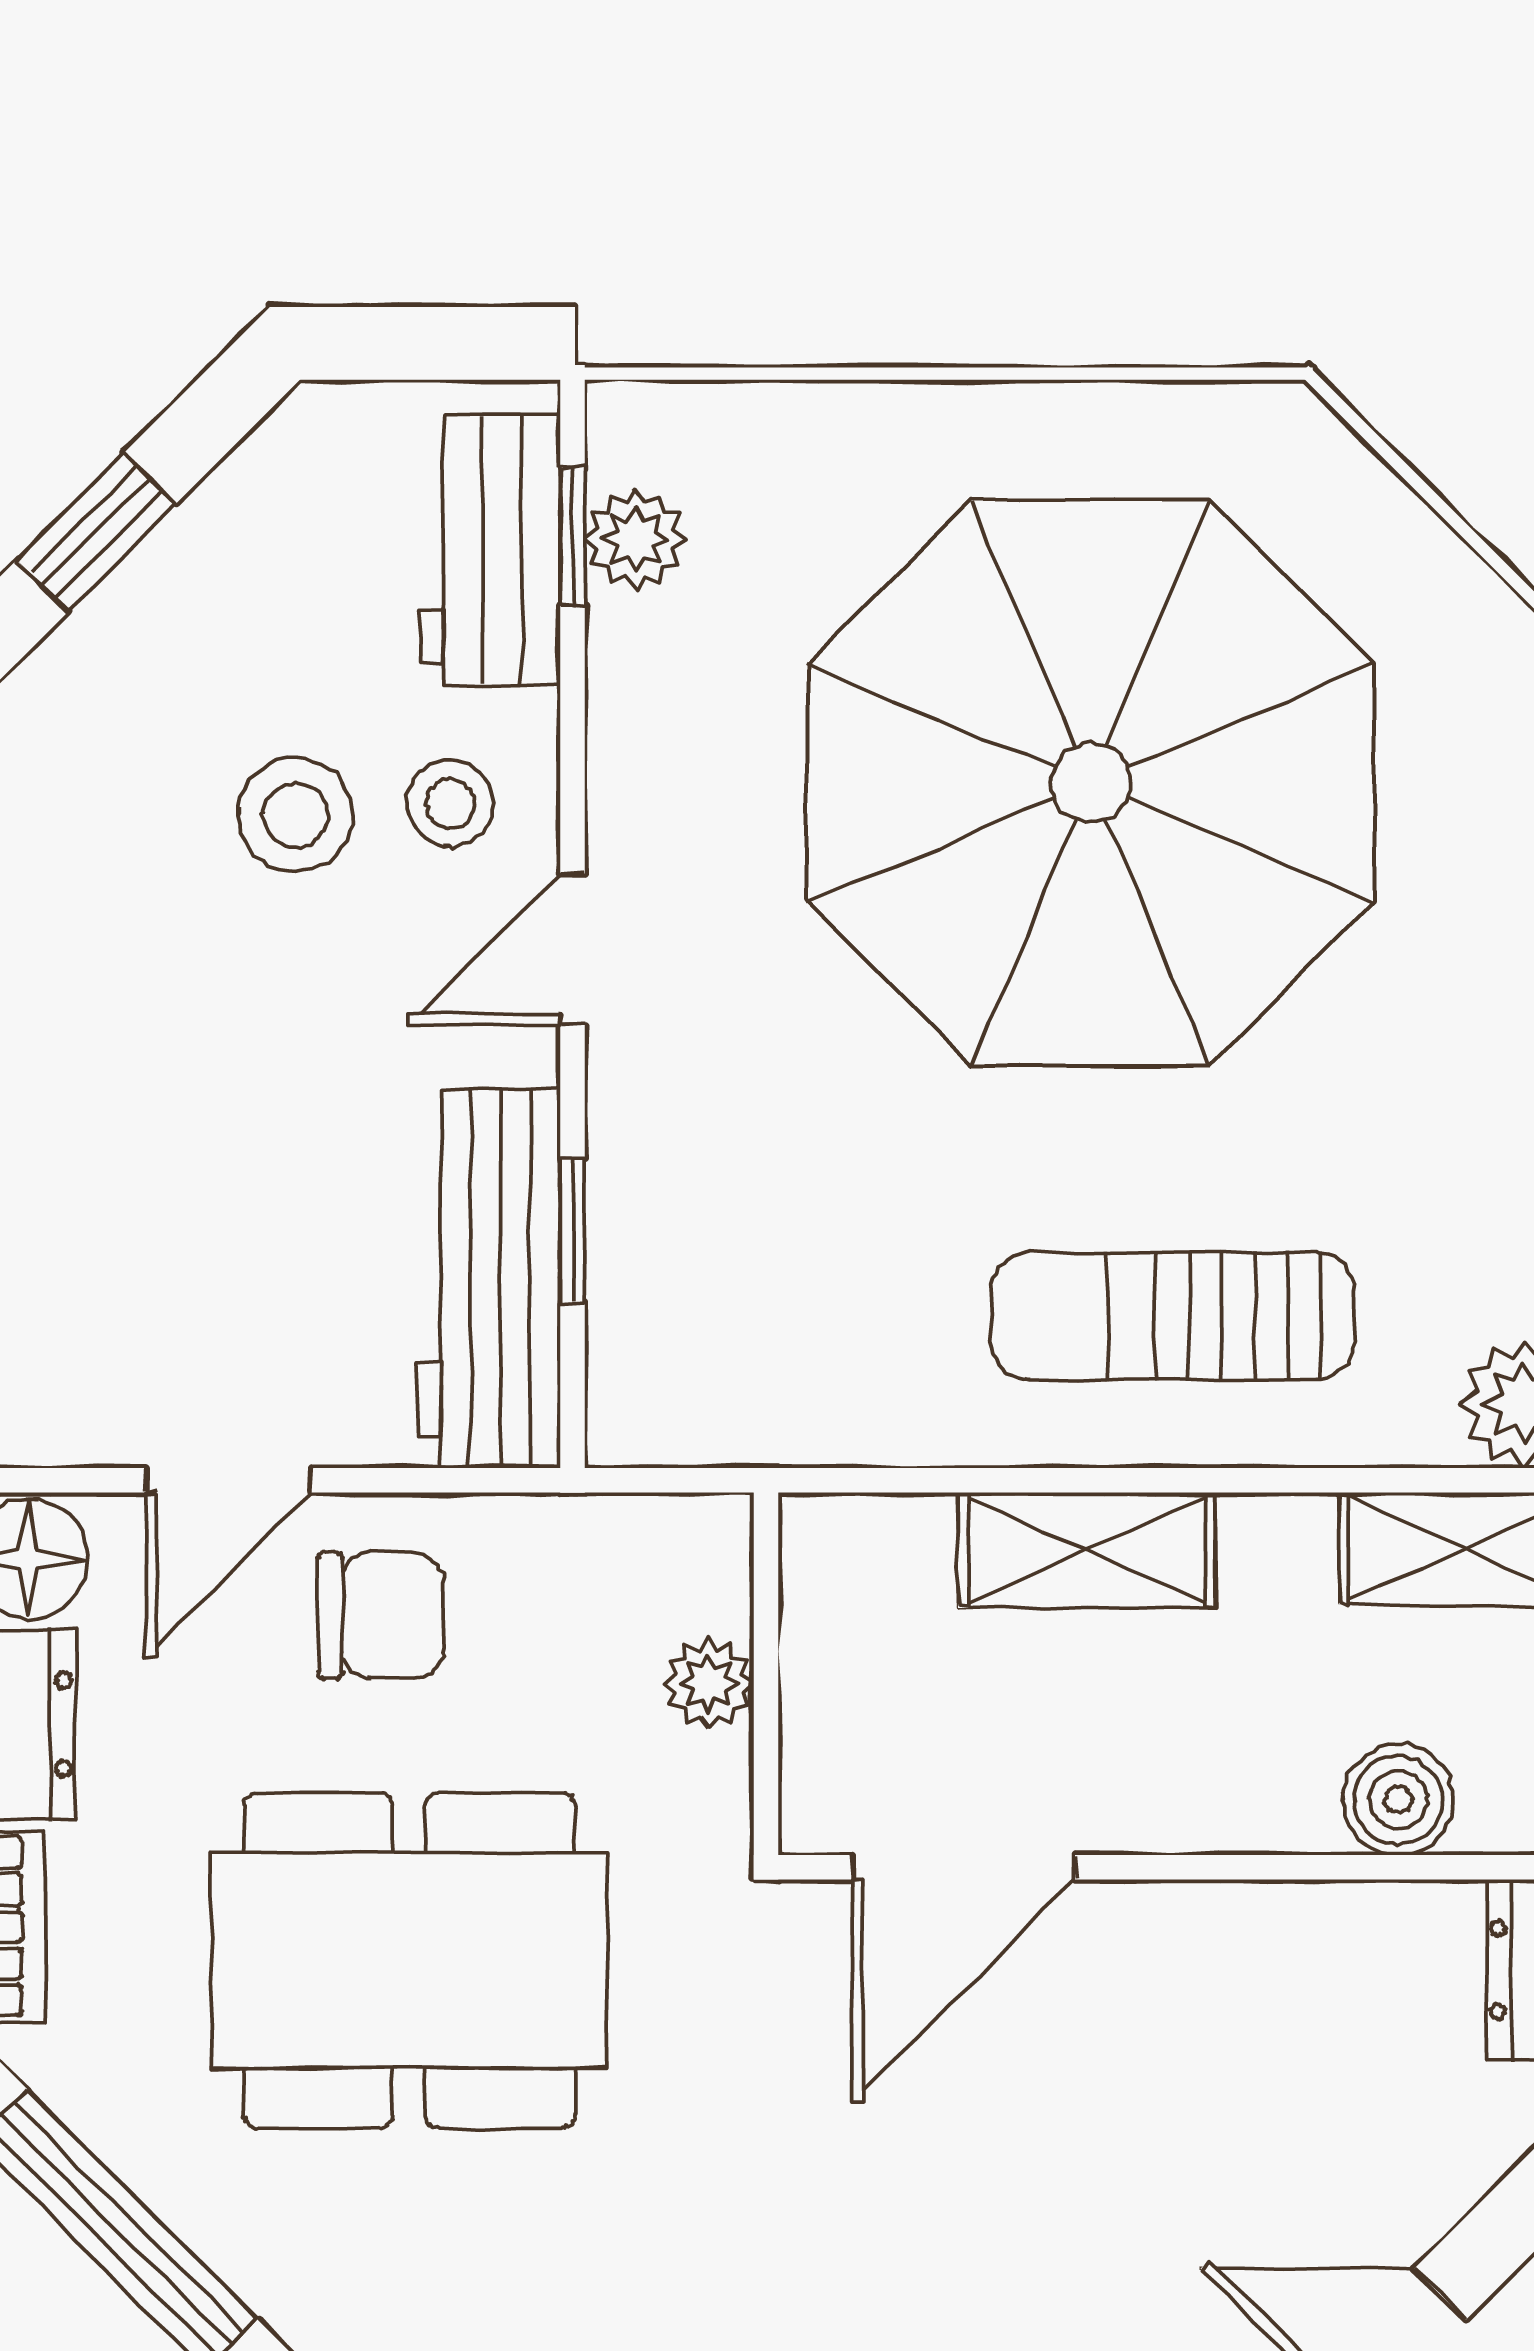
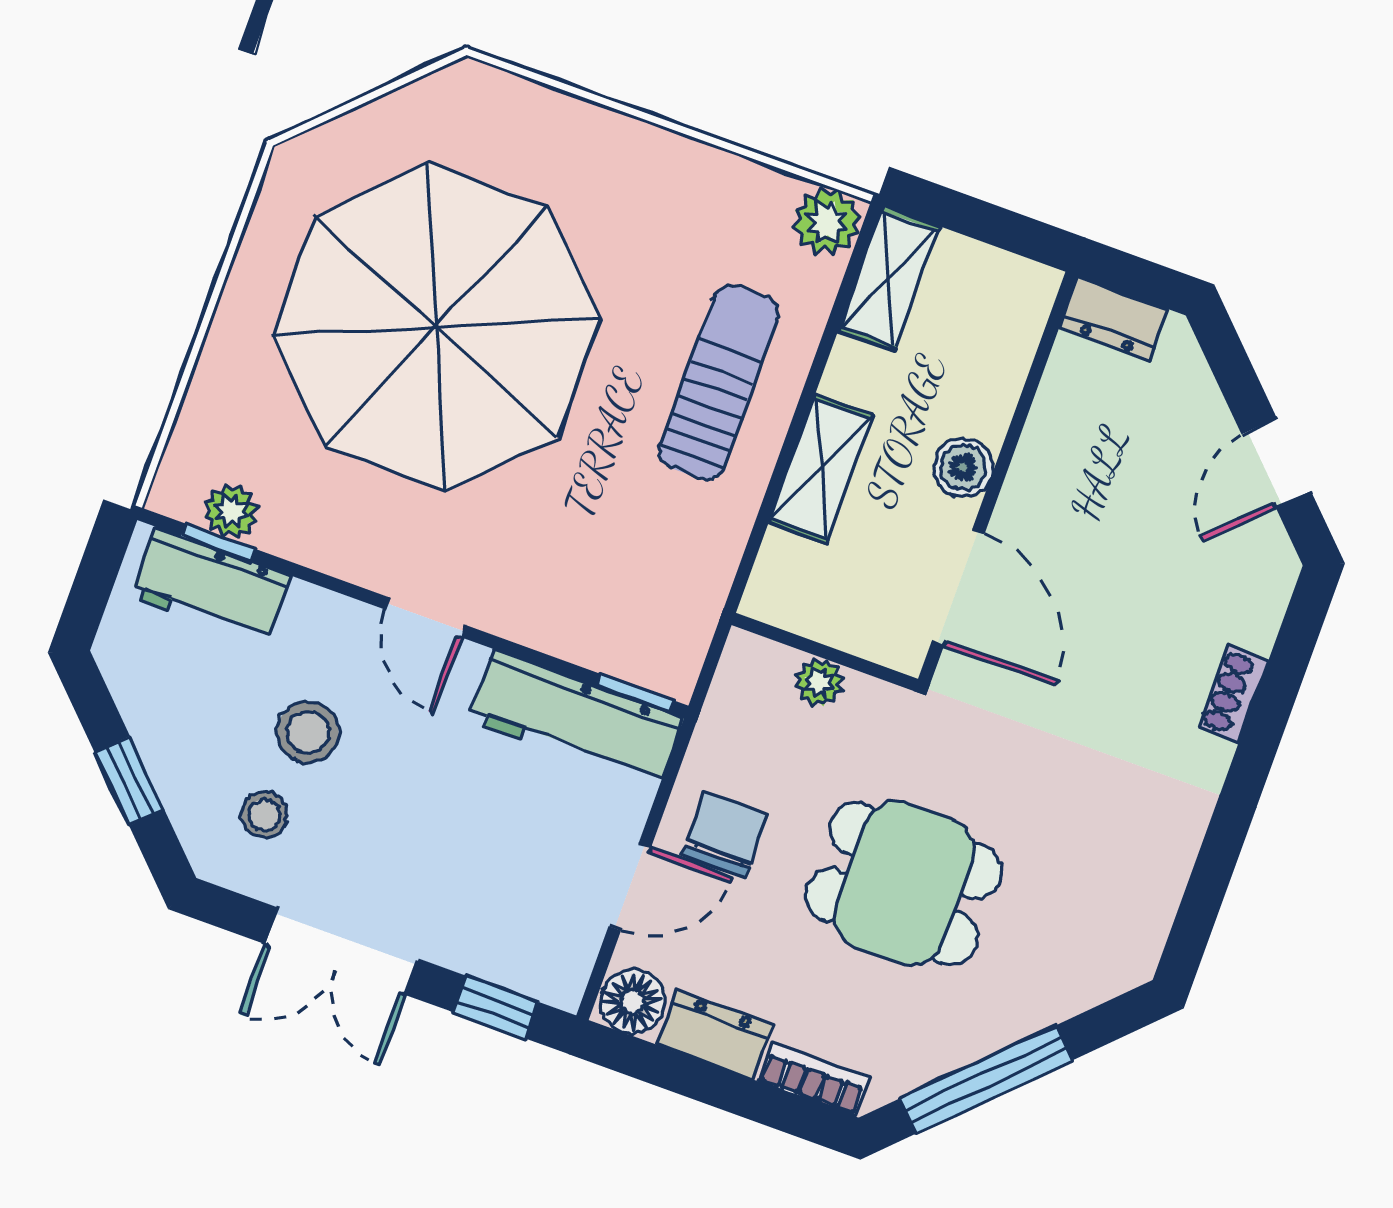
stool: (450, 804) -> (265, 815), moved
window: (572, 1231) -> (635, 693), moved
sun lounger: (1173, 1316) -> (719, 382), turned 180
door: (228, 1480) -> (630, 887), hinge flipped
boiler: (1398, 1800) -> (963, 467), moved
dining table: (409, 1960) -> (904, 883), width x0.73

